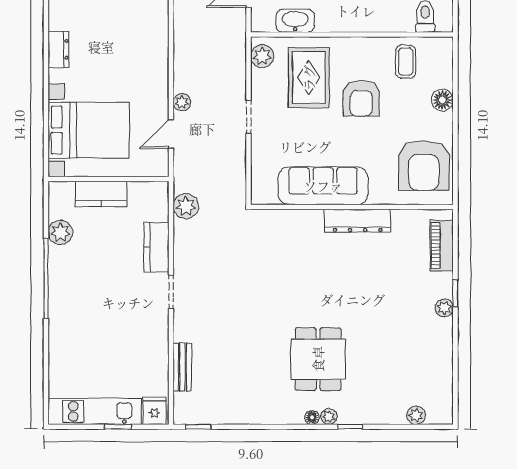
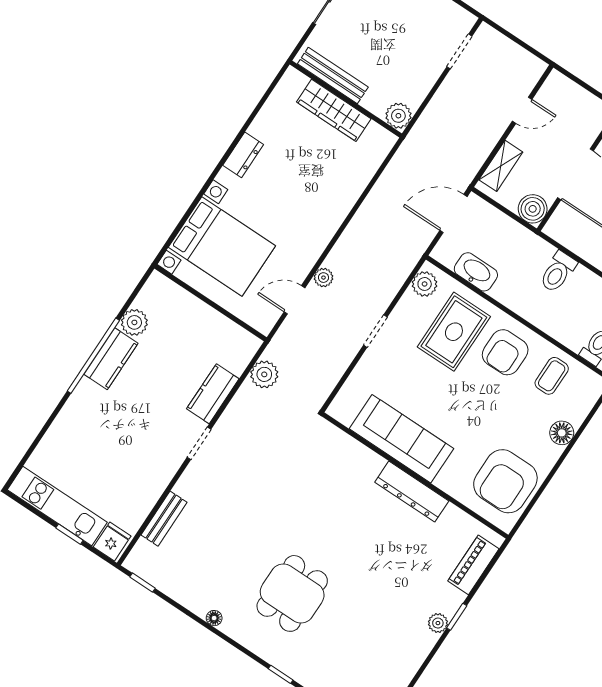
armchair: (361, 98) -> (505, 352), moved
kitchen counter: (101, 194) -> (111, 359), moved, turned -90
floor lamp: (312, 417) -> (214, 618), moved
plant: (329, 417) -> (267, 652), removed

